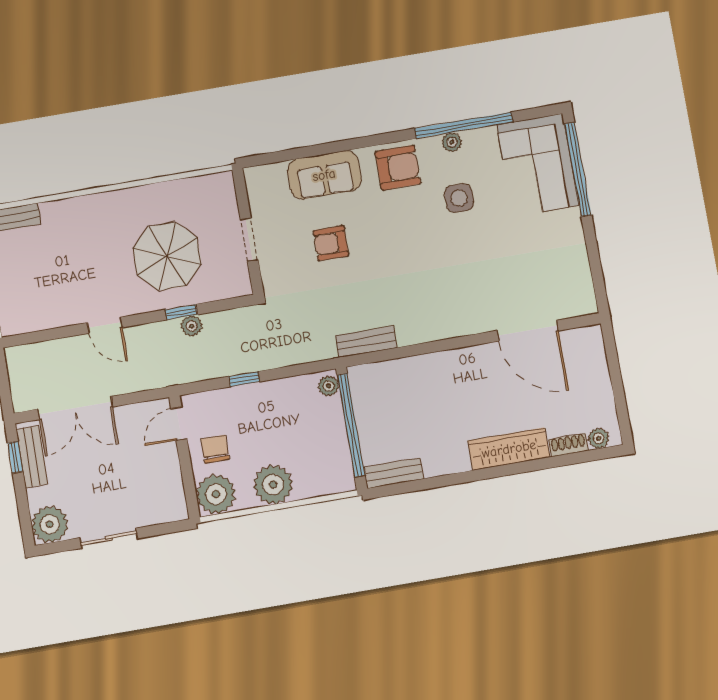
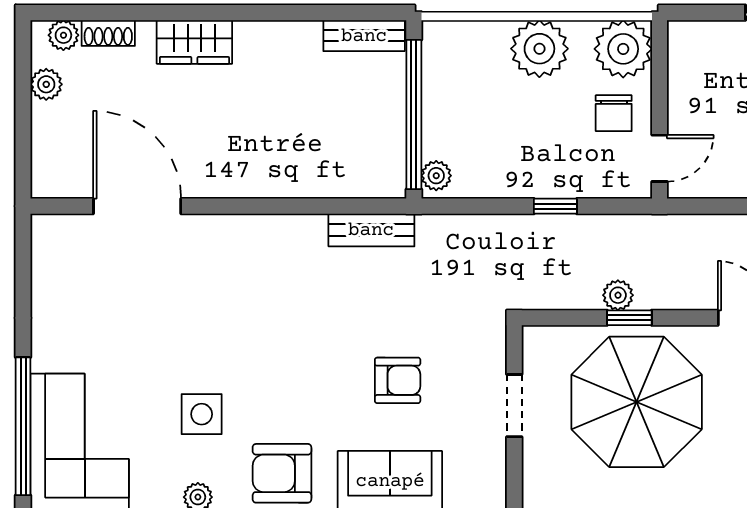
parasol: (167, 256) -> (637, 402), width x1.36, depth x1.36
plant: (604, 403) -> (46, 84), added
wardrobe: (509, 449) -> (194, 42), width x0.67

